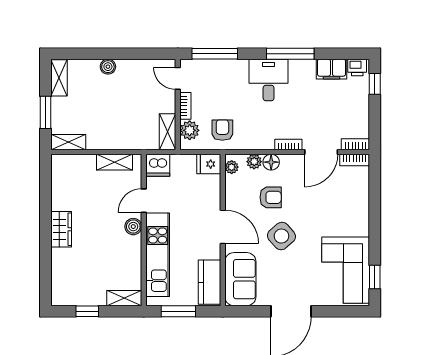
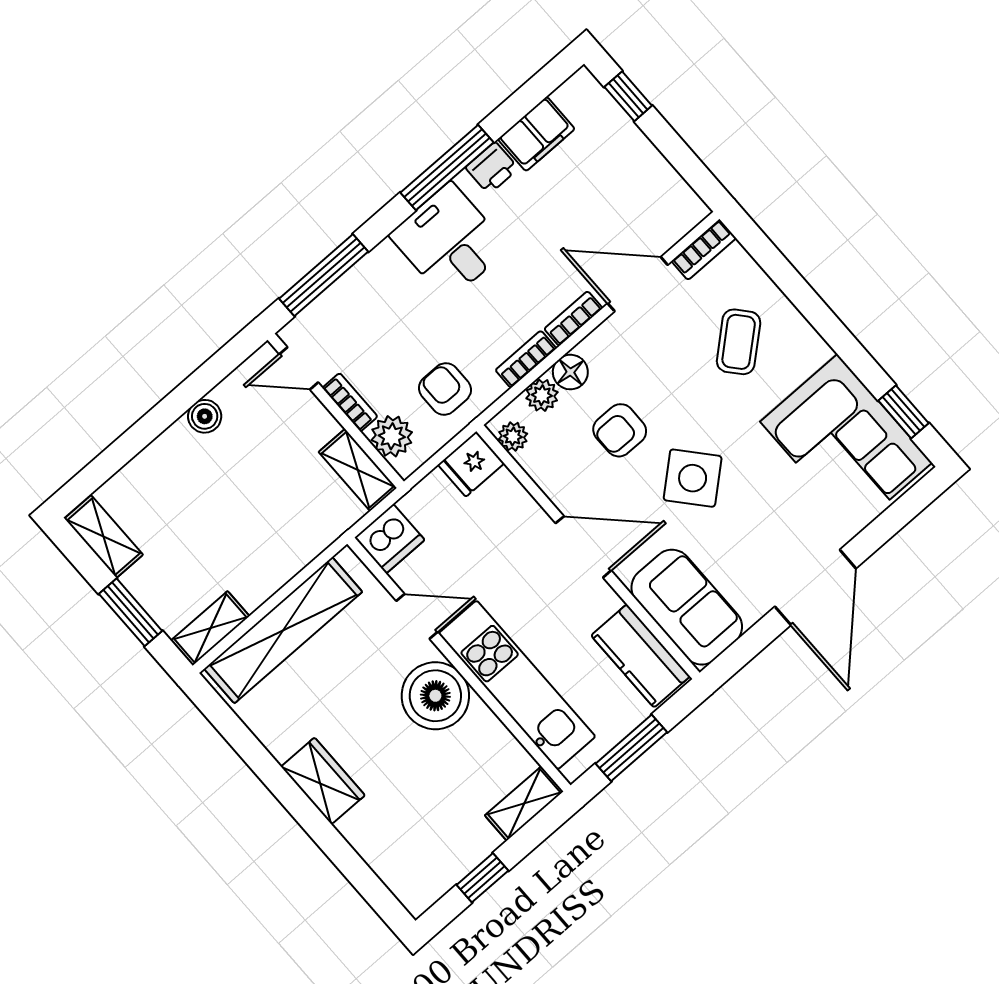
boiler: (108, 67) -> (205, 416), moved
printer: (357, 67) -> (492, 168), moved
bookcase: (355, 144) -> (526, 359), moved
door: (321, 152) -> (638, 284), swing flipped
shelving: (114, 162) -> (283, 630), width x2.20, depth x1.33
armchair: (271, 197) -> (620, 430), turned 180
door: (144, 201) -> (417, 616), swing flipped
coffee table: (339, 203) -> (739, 342), added
boiler: (133, 227) -> (435, 696), width x1.86, depth x1.86

